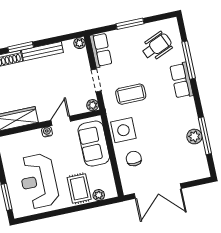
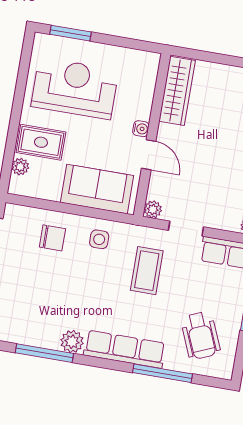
row of seats: (182, 80) -> (125, 349), width x1.48
side table: (123, 130) -> (99, 239), width x0.54, depth x0.54
plant: (194, 137) -> (72, 342), moved

